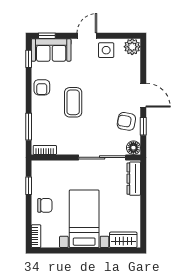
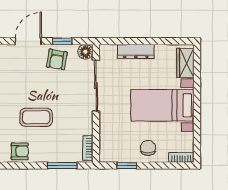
dresser: (134, 179) -> (136, 51), moved

